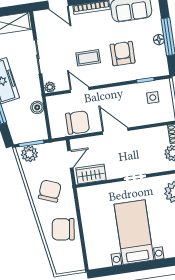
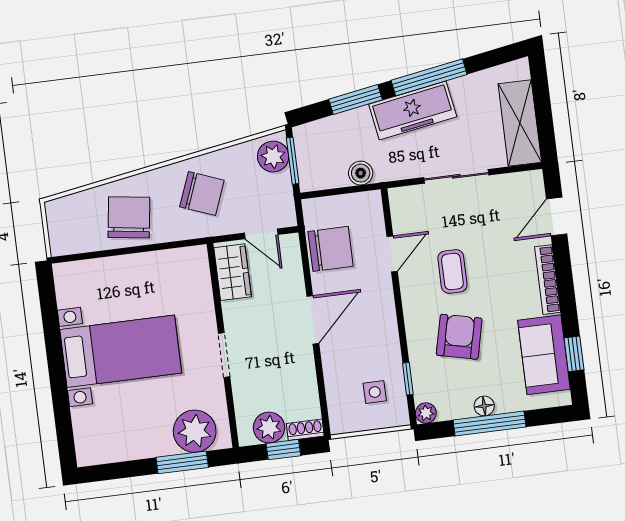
armchair: (123, 54) -> (459, 337), turned -77
plant: (50, 87) -> (426, 413), moved
chair: (78, 122) -> (331, 249), turned -90

